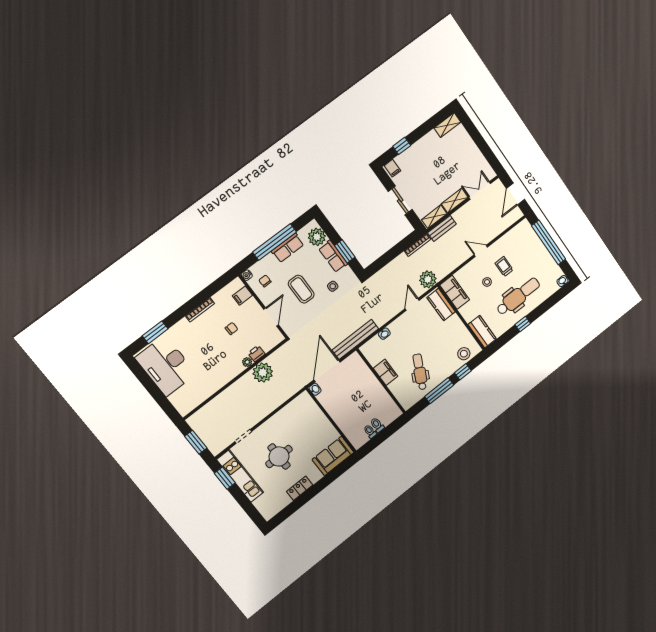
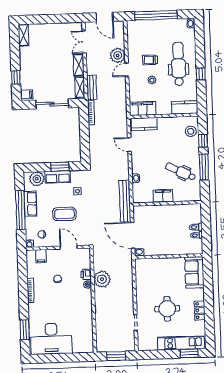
sliding door: (400, 200) -> (52, 104), width x1.37
plant: (428, 279) -> (118, 55), moved
kitchen unit: (240, 476) -> (181, 343), moved
window: (225, 478) -> (189, 353), moved

